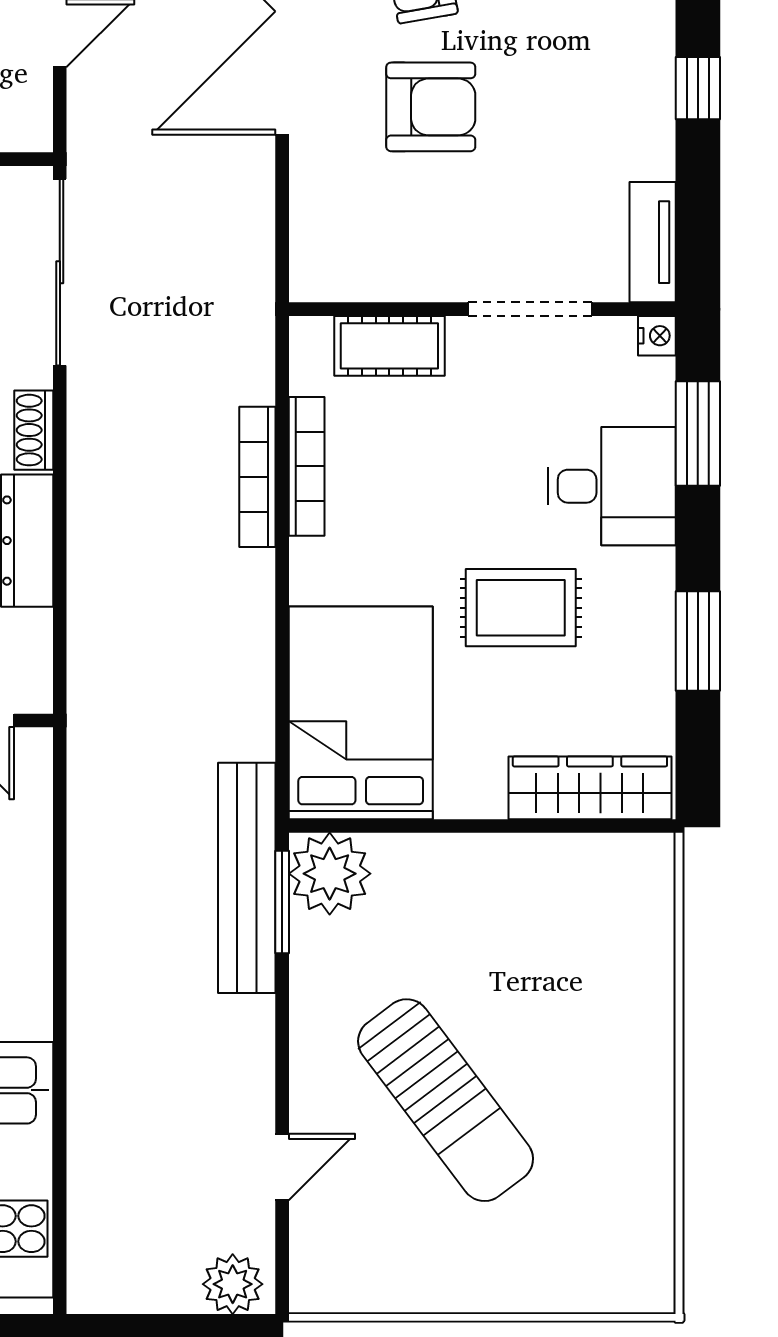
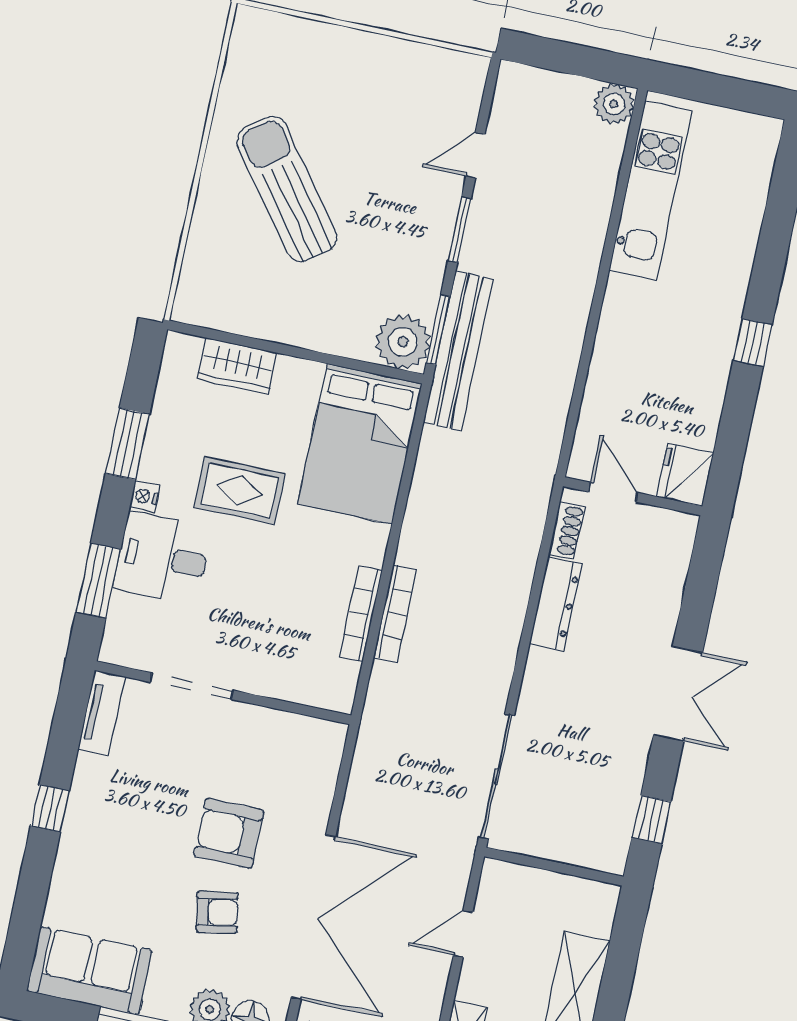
nightstand: (657, 336) -> (144, 496), moved
cot: (389, 346) -> (289, 682), removed
shoe rack: (34, 430) -> (567, 530), moved
wardrobe: (590, 788) -> (237, 366), width x0.67
window: (282, 1054) -> (459, 230), added
sun lounger: (446, 1100) -> (287, 189), moved
plant: (233, 1284) -> (614, 104), moved

